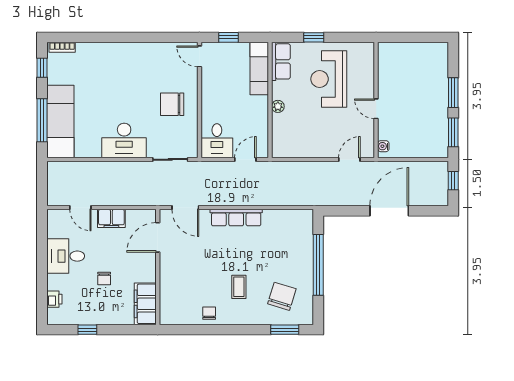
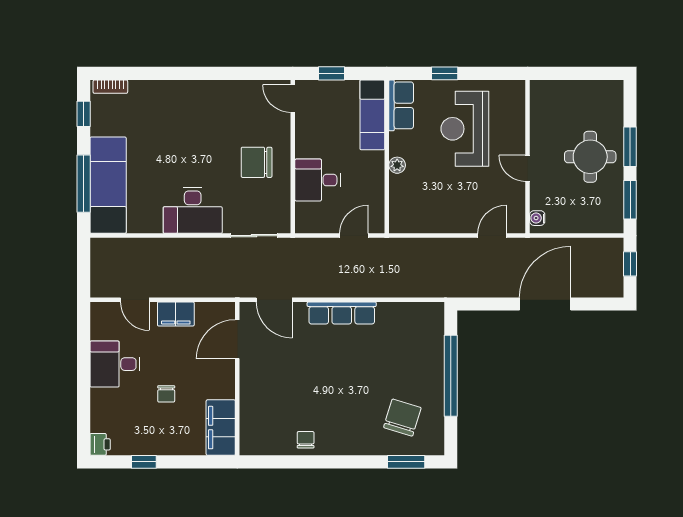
round table: (423, 100) -> (590, 157), added
desk: (217, 141) -> (318, 180), moved, turned 90
coffee table: (239, 287) -> (345, 405), removed
printer: (54, 299) -> (100, 444), moved

